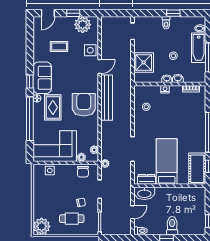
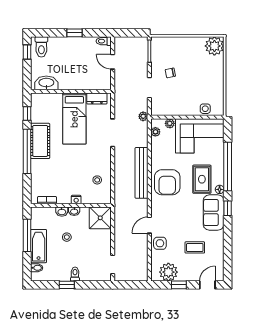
shower: (144, 63) -> (100, 218), moved
bench: (107, 98) -> (142, 173), moved
cot: (197, 169) -> (40, 141), moved
chair: (83, 172) -> (168, 107), removed
washbasin: (144, 193) -> (46, 83), moved
door: (132, 212) -> (113, 62), hinge flipped
cafe table: (72, 219) -> (181, 55), removed
toilet: (172, 226) -> (41, 47), moved

